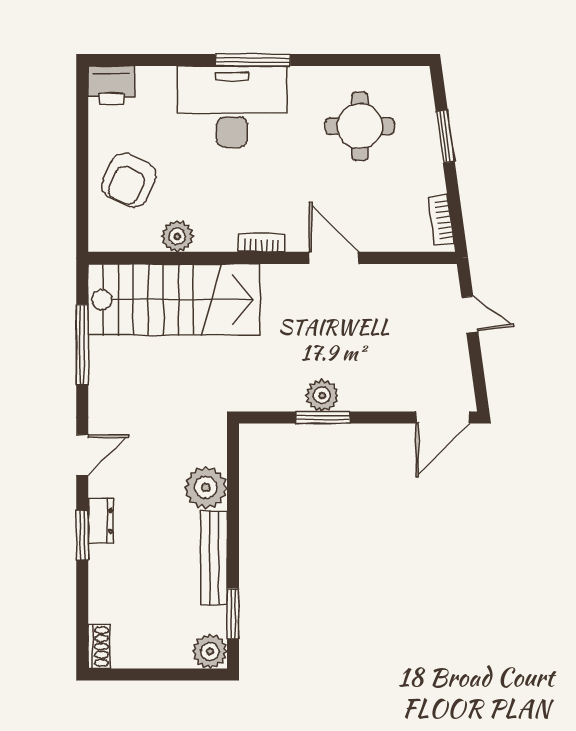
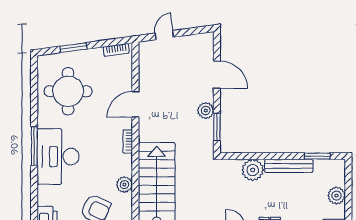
round table: (360, 126) -> (68, 91), width x1.36, depth x1.36
window: (323, 417) -> (217, 127), moved
door: (443, 417) -> (217, 75), moved
plant: (210, 651) -> (336, 196), moved

